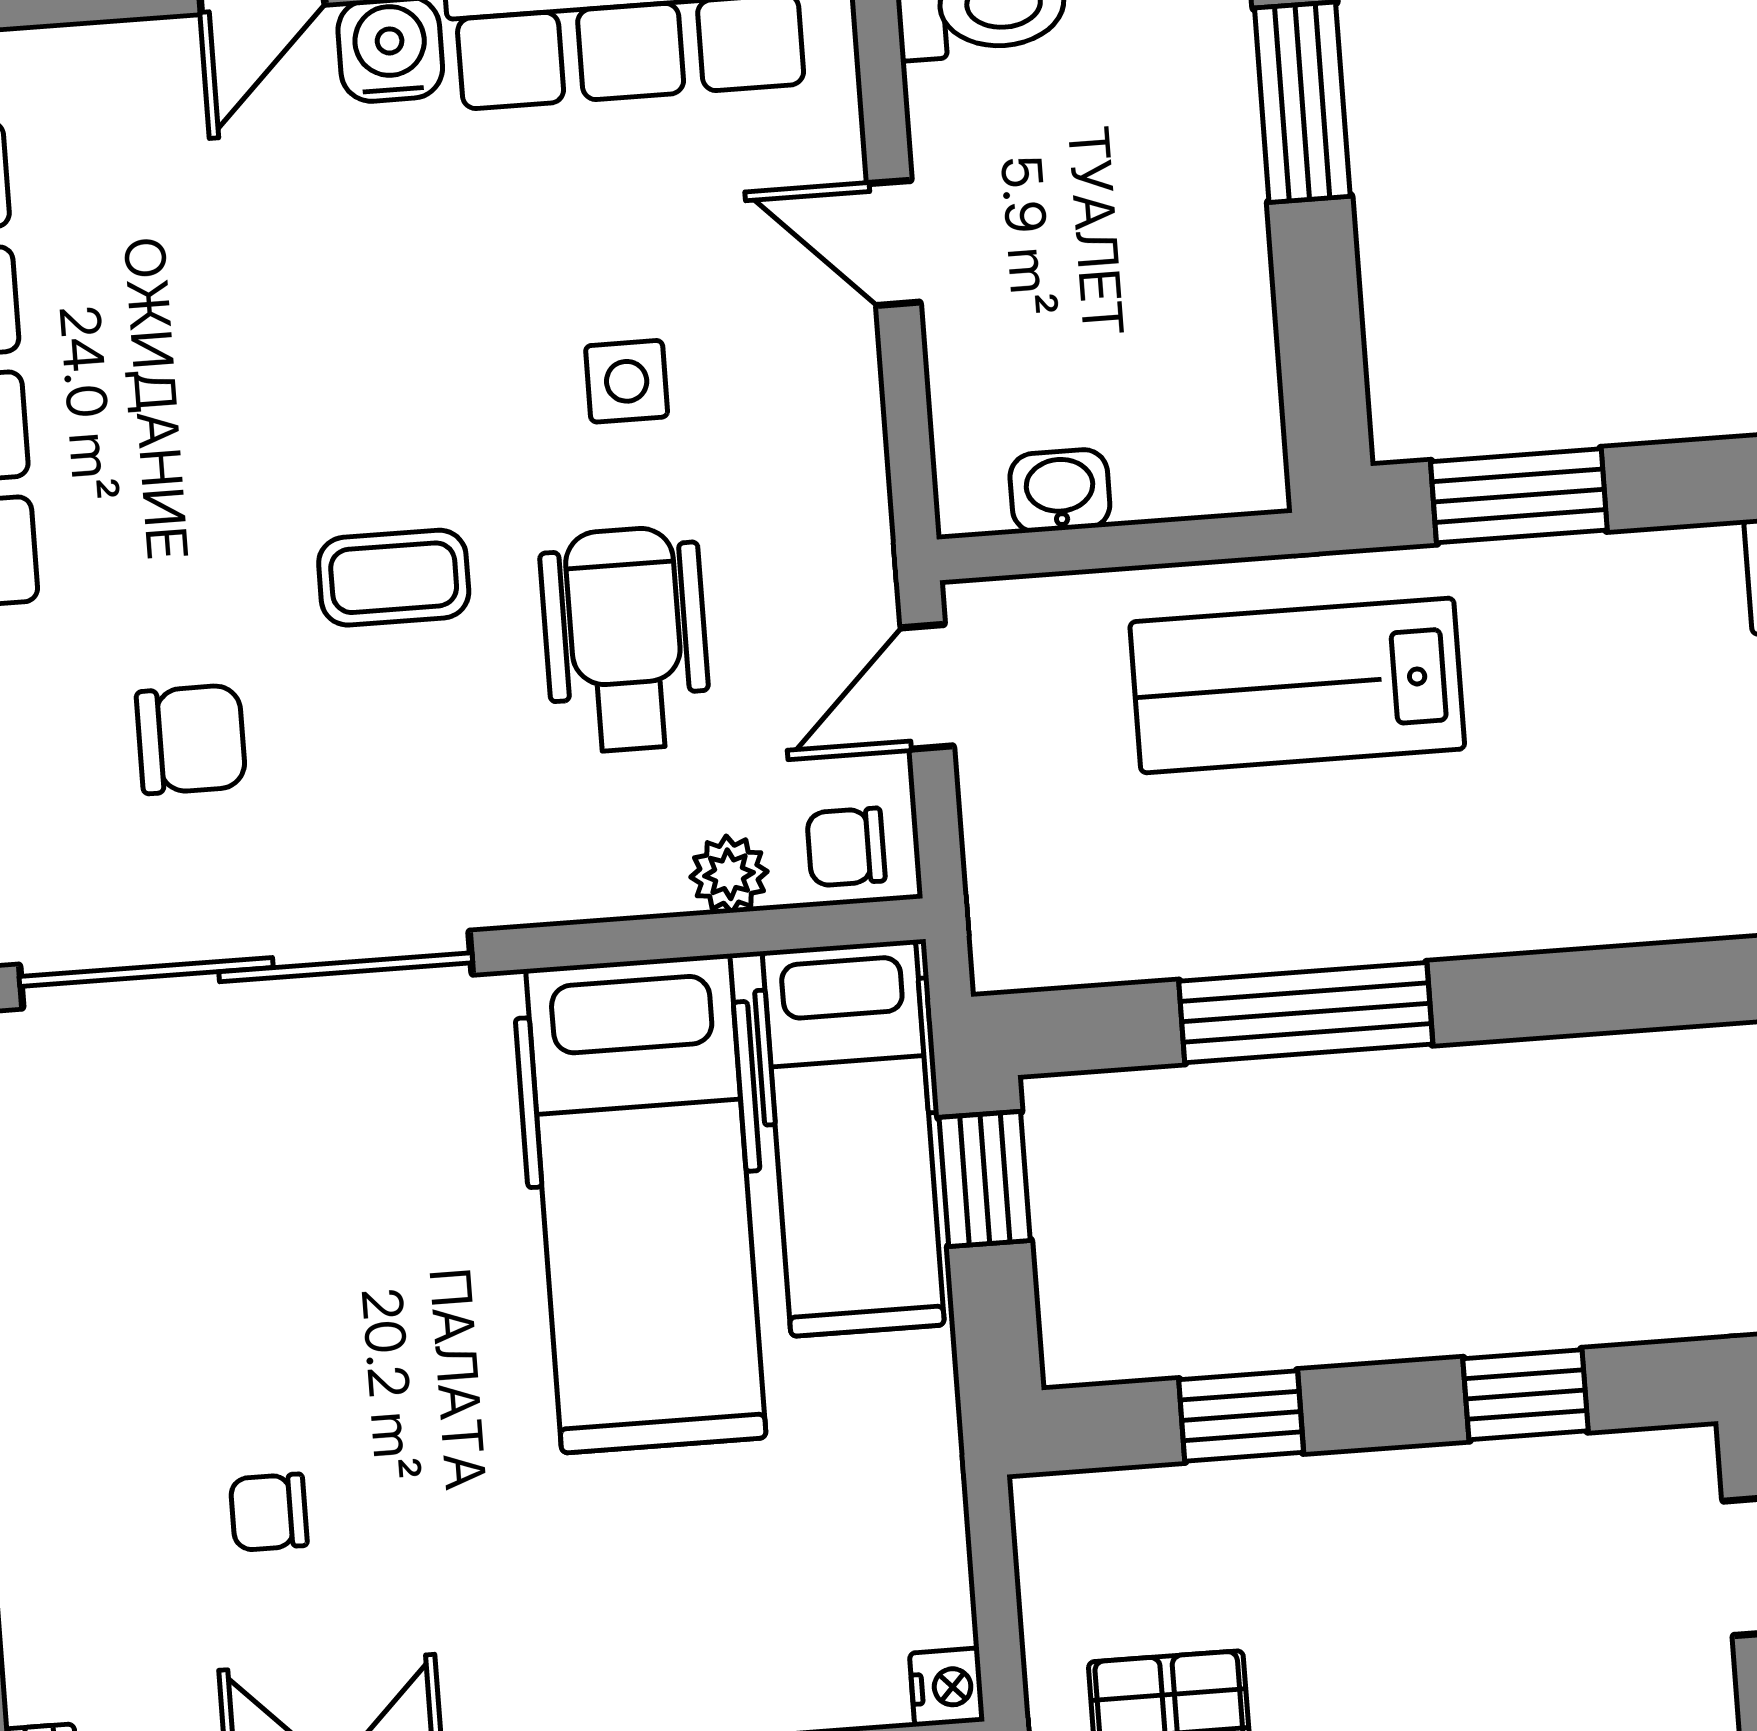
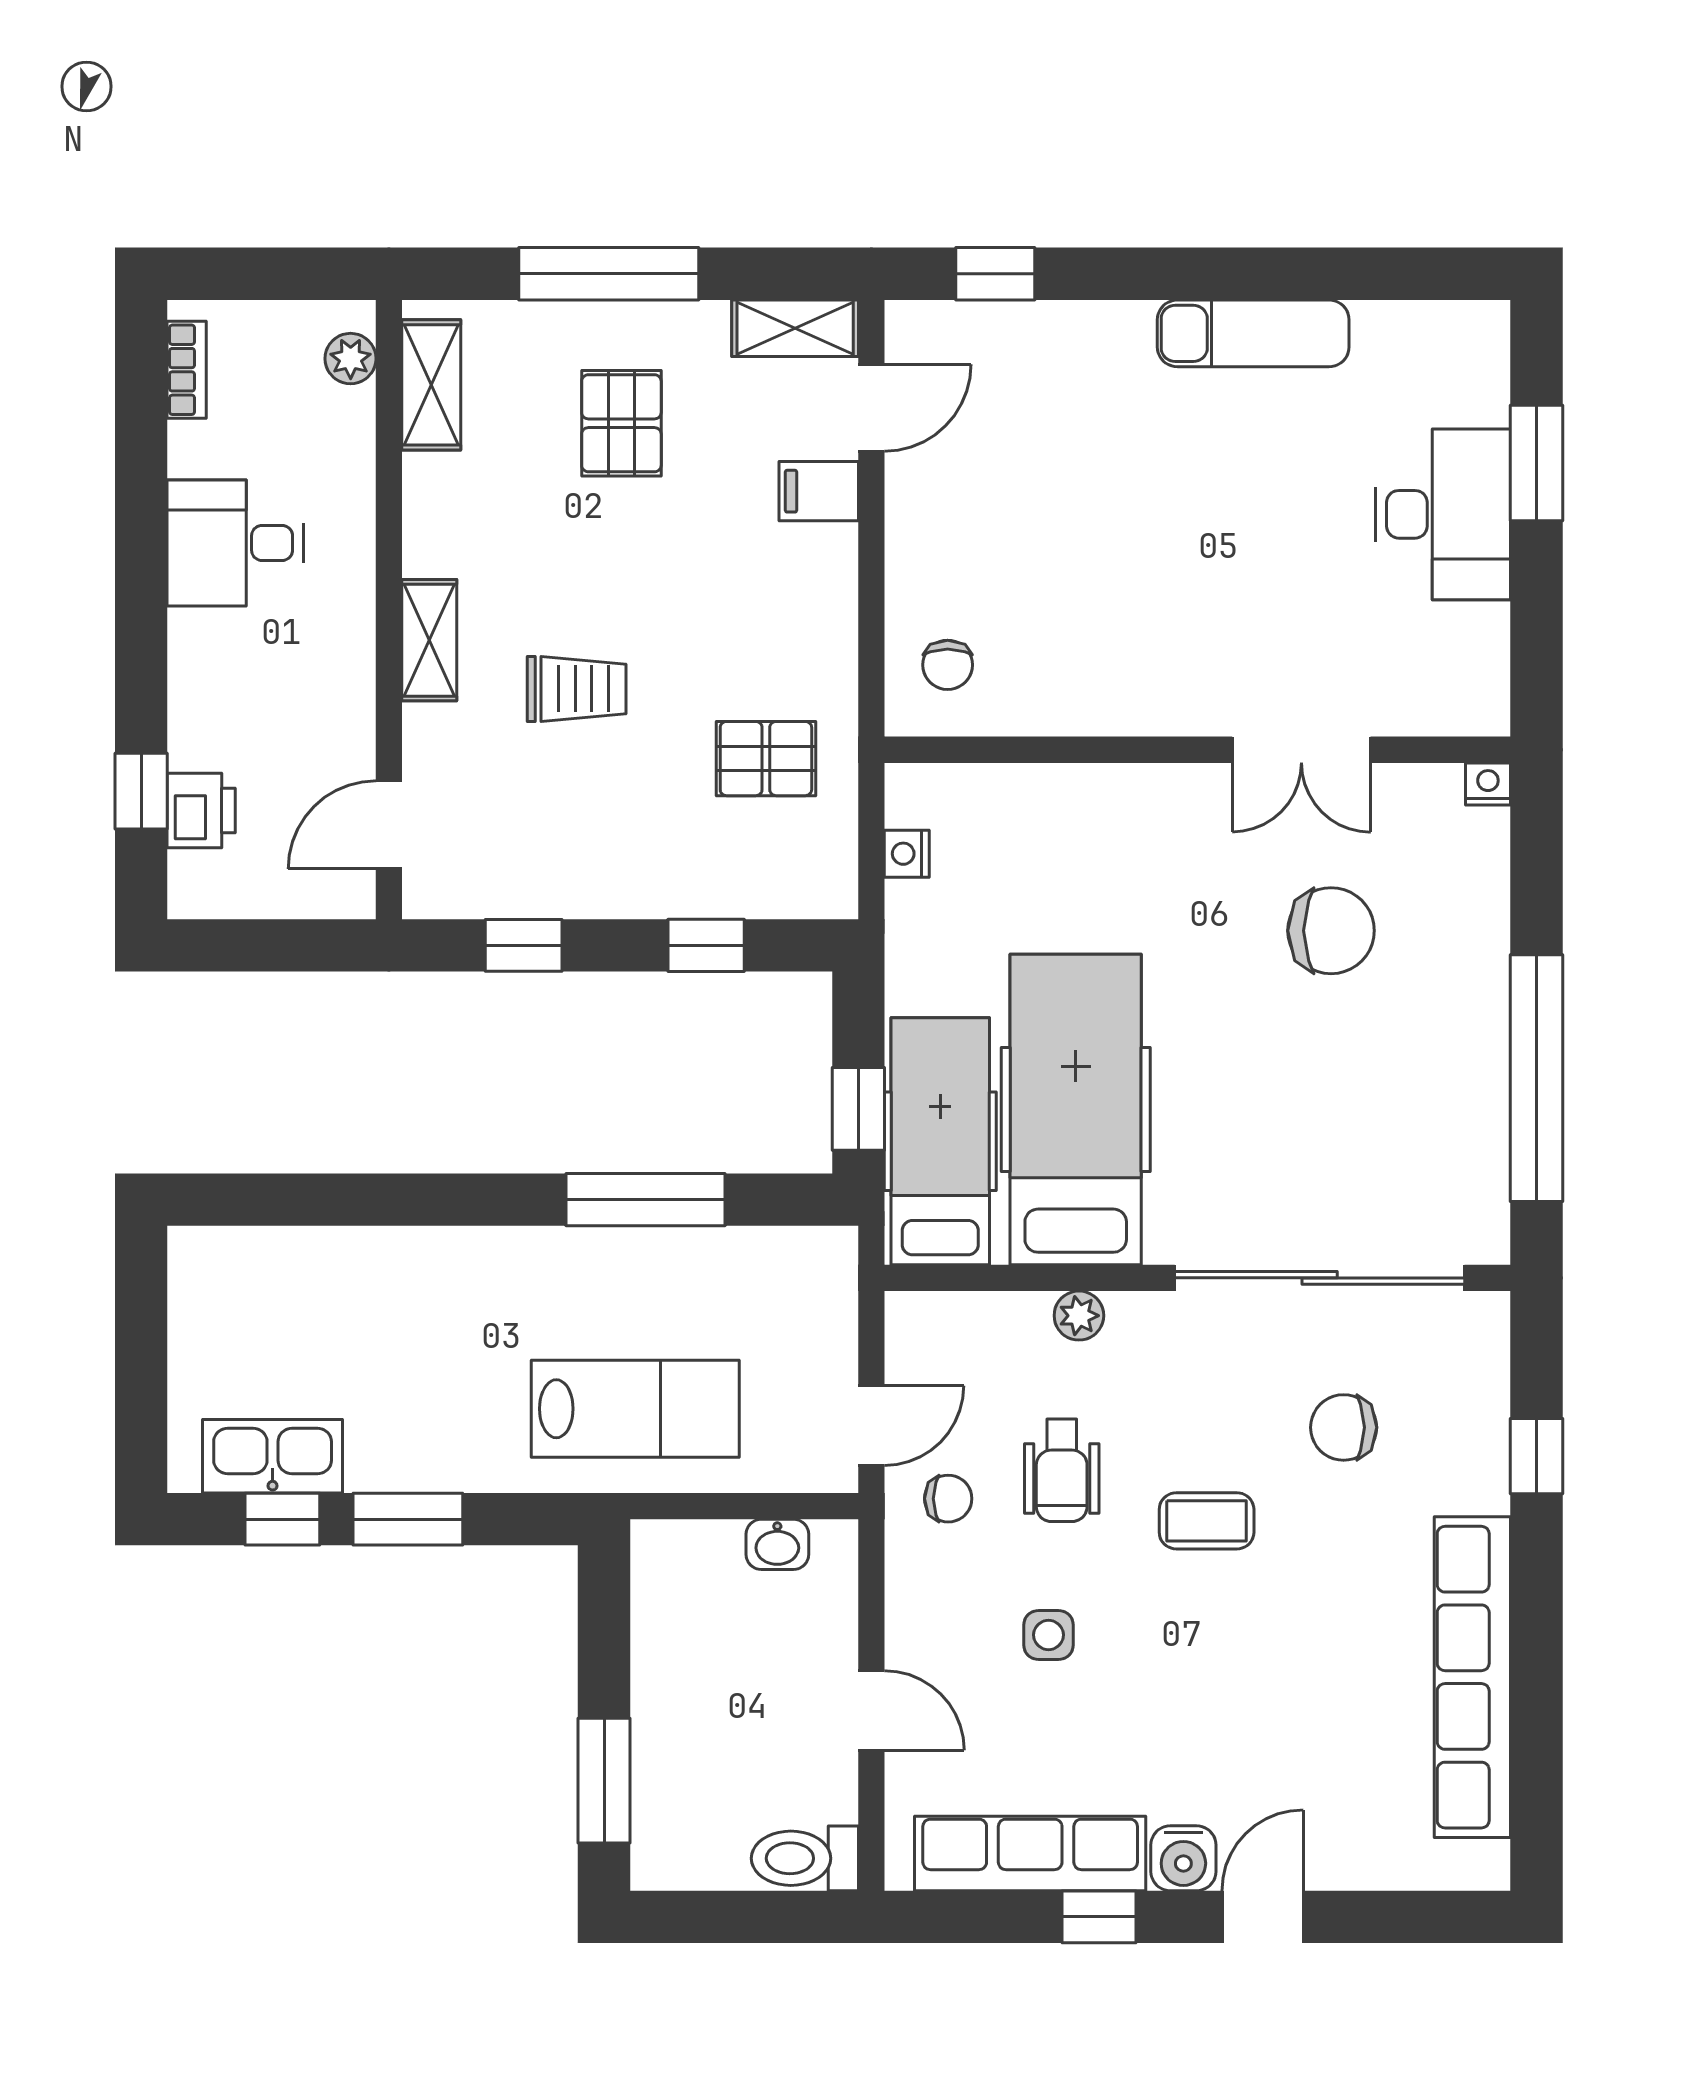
window: (1519, 496) -> (408, 1519), moved
wheelchair: (625, 639) -> (1062, 1470), width x0.73, depth x0.73
chair: (846, 847) -> (948, 1499), moved
plant: (729, 874) -> (1079, 1316), moved
chair: (269, 1512) -> (1331, 931), width x1.87, depth x1.87
nightstand: (947, 1687) -> (907, 854), moved

